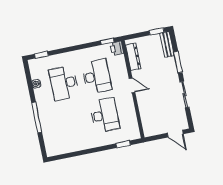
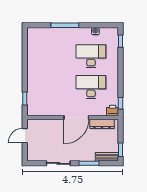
desk: (97, 76) -> (91, 87), turned 180
door: (132, 85) -> (76, 117), width x1.88
desk: (105, 115) -> (54, 87), removed
door: (175, 134) -> (25, 136), moved

